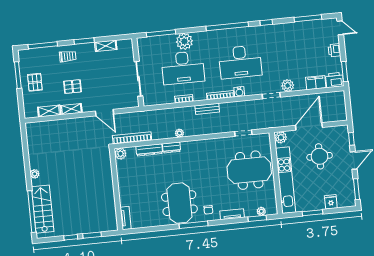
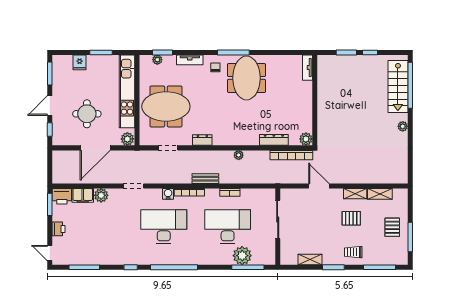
plant: (184, 41) -> (242, 256), moved
plant: (288, 86) -> (101, 195), moved
dresser: (171, 147) -> (202, 140), moved

